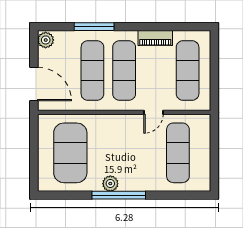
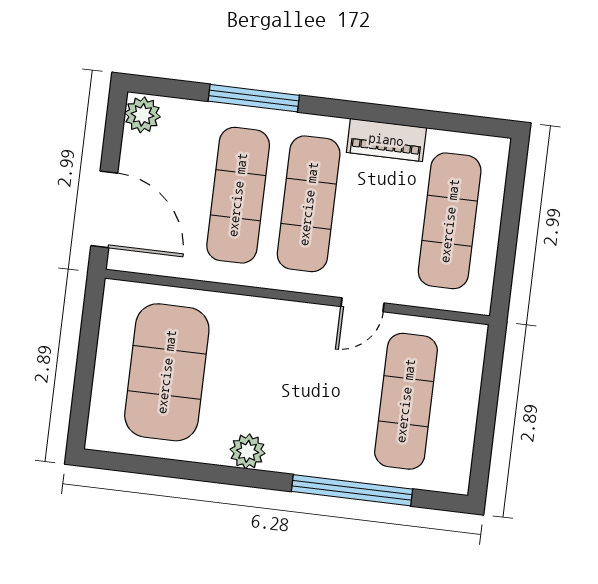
window: (119, 195) -> (352, 490), moved

